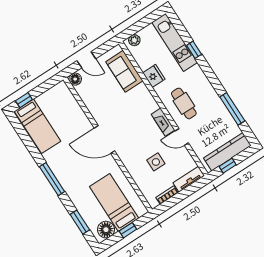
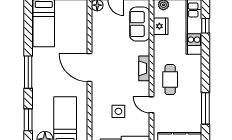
window: (194, 50) -> (205, 26), moved
fridge: (154, 76) -> (161, 26), moved
fireplace: (163, 122) -> (144, 68), moved

